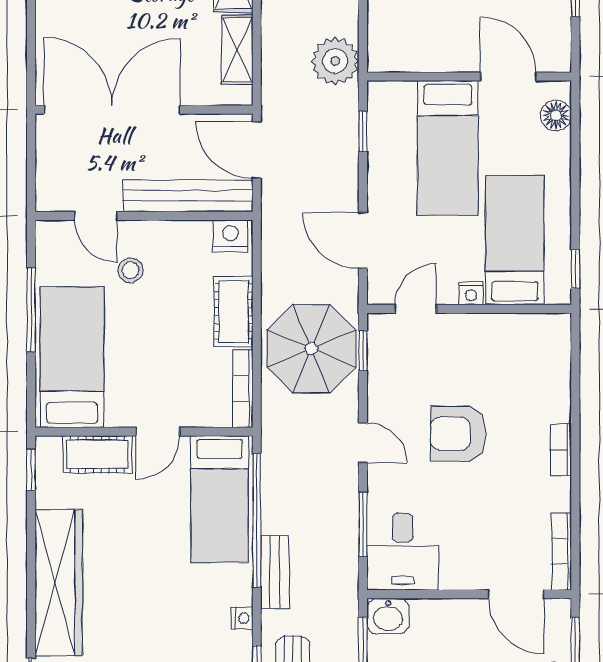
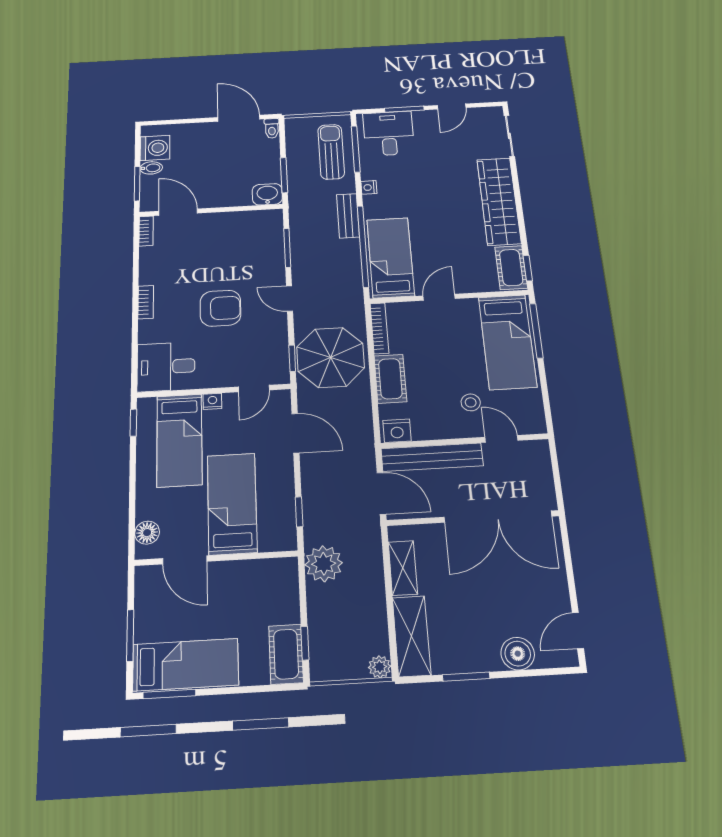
window: (31, 310) -> (536, 331), moved
cot: (97, 454) -> (511, 268), moved, turned 90
desk: (403, 552) -> (166, 367), moved, turned -90
bookcase: (561, 552) -> (146, 231), width x0.64

